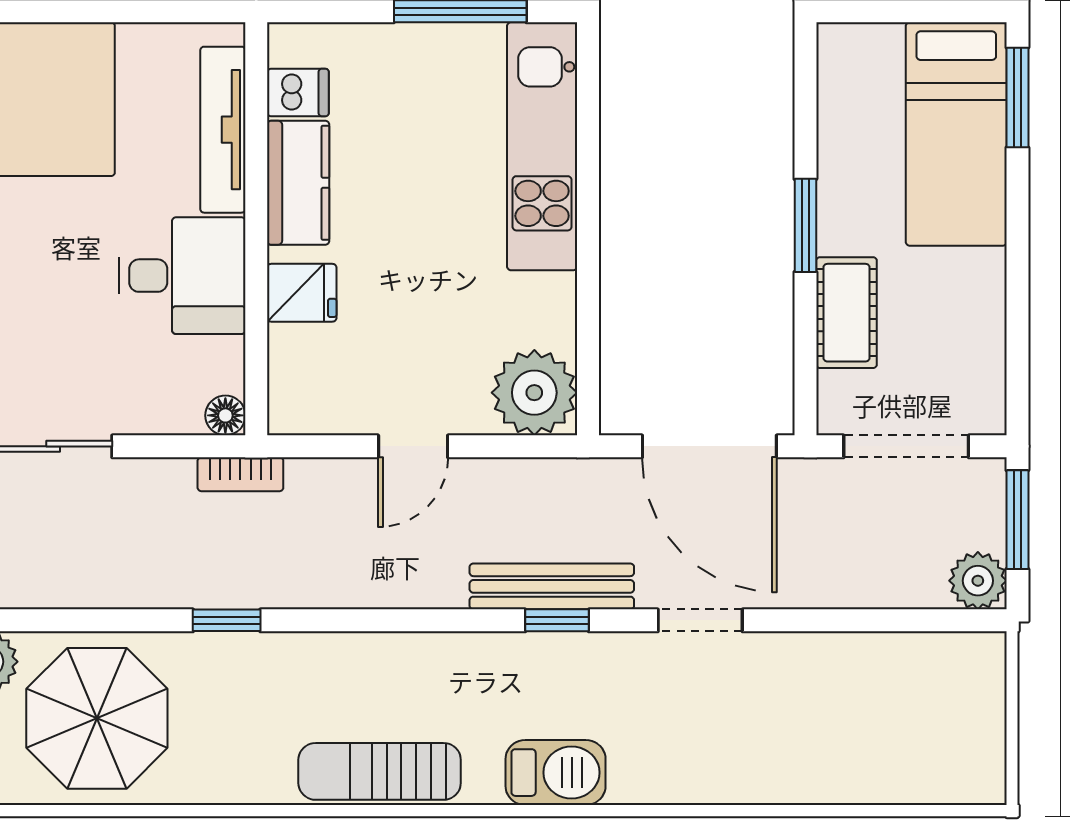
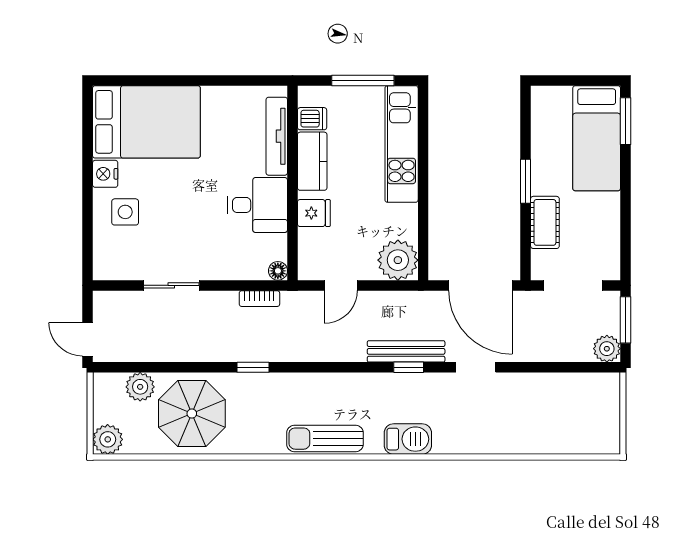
dishwasher: (298, 92) -> (312, 119), moved
tv unit: (223, 130) -> (277, 136), moved
kitchen counter: (298, 183) -> (312, 161), moved
wall: (256, 229) -> (292, 183), moved
desk: (182, 276) -> (258, 205), moved
fridge: (302, 293) -> (314, 213), moved
floor lamp: (225, 415) -> (278, 271), moved

